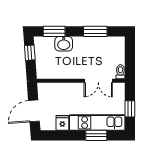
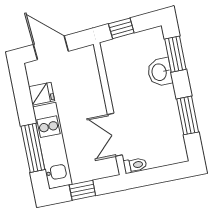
window: (30, 53) -> (121, 28), moved
window: (96, 135) -> (33, 148), width x1.44

